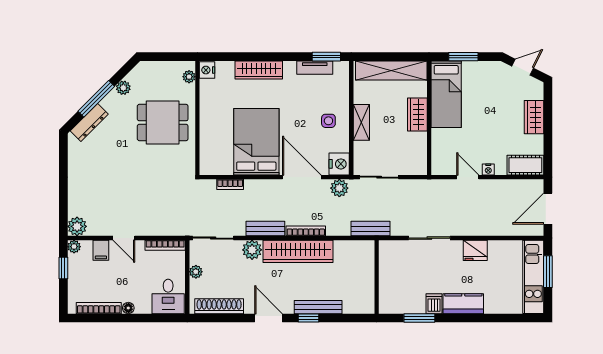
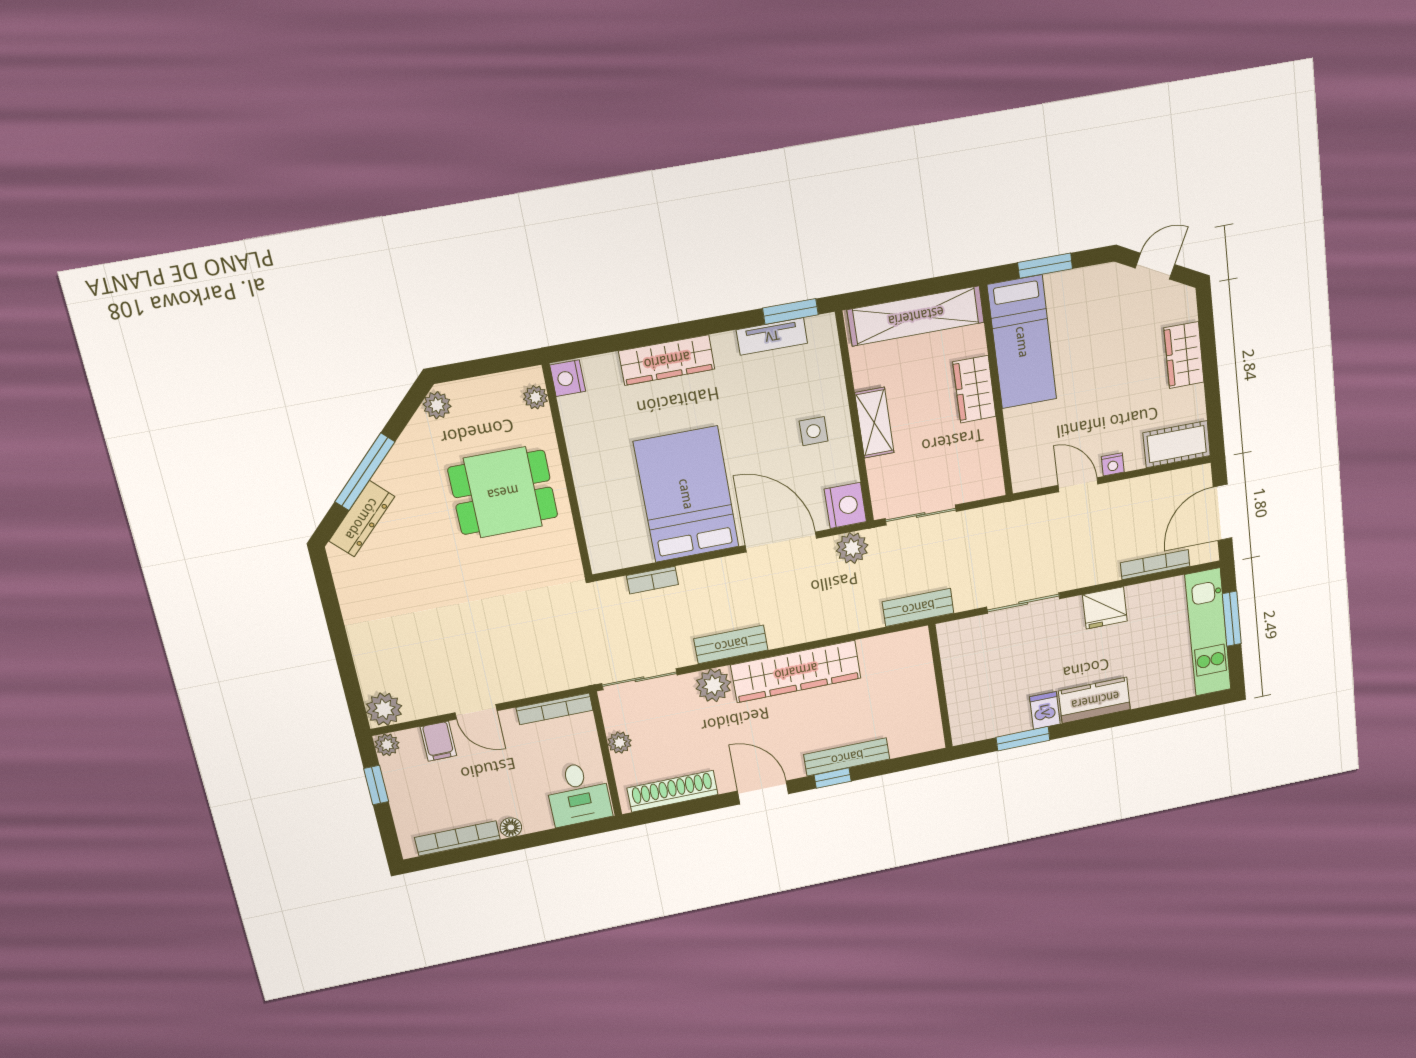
plant: (123, 88) -> (437, 405), moved
bookcase: (306, 231) -> (1155, 565), moved

